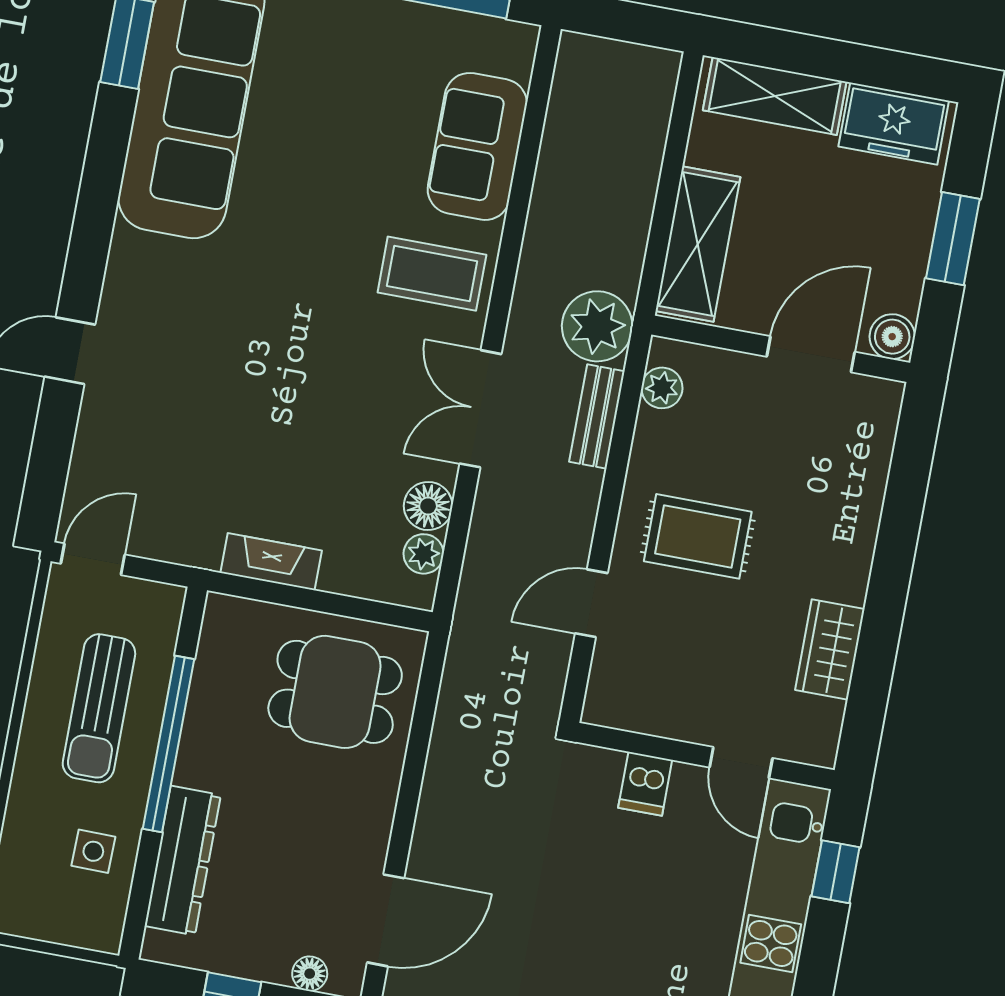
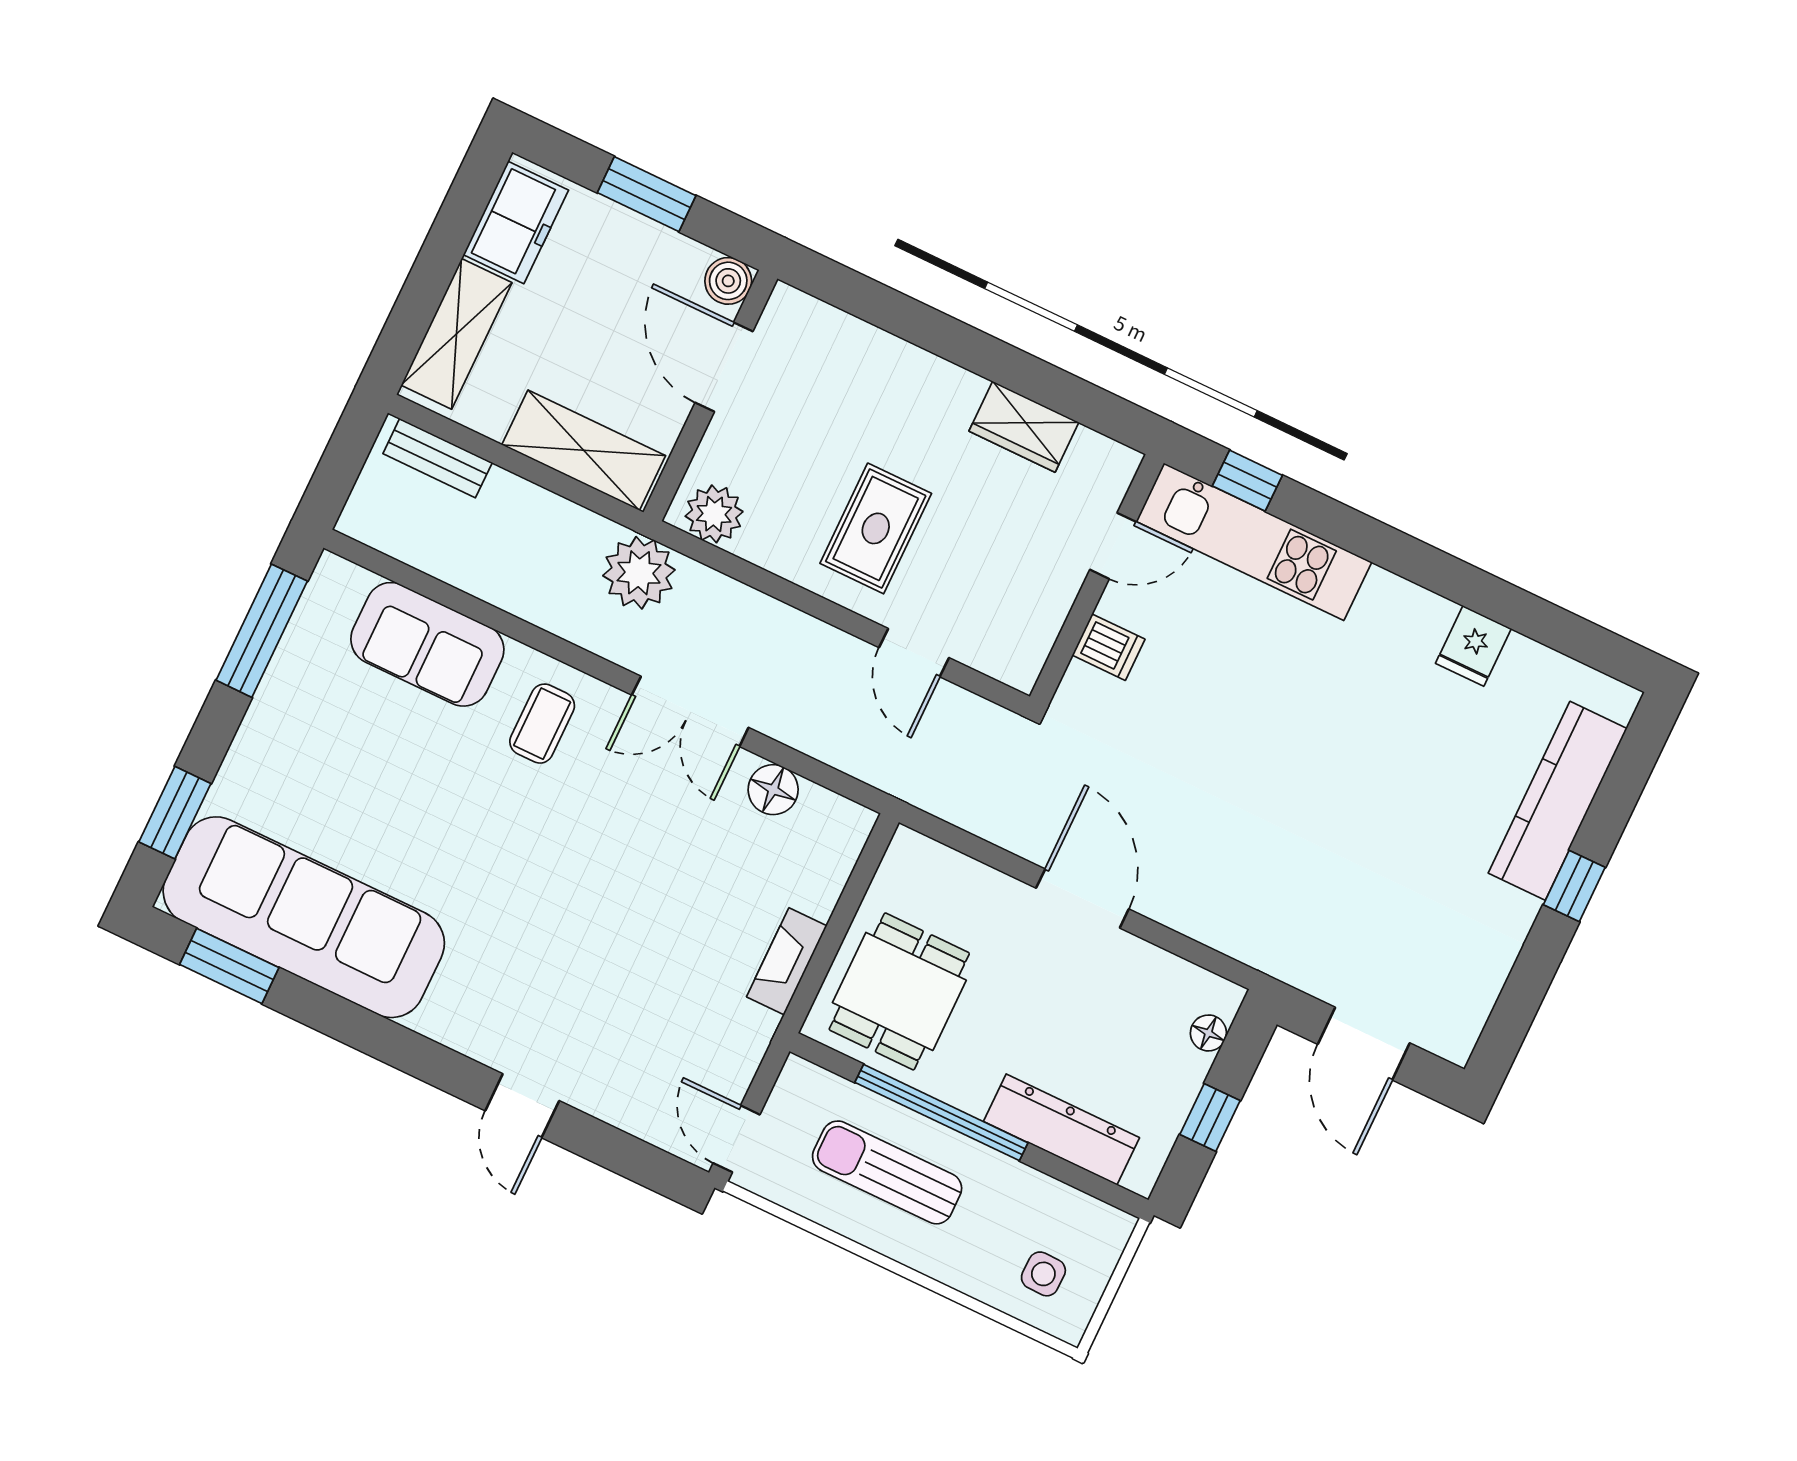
coffee table: (432, 274) -> (542, 724), width x0.73, depth x0.77
plant: (662, 388) -> (714, 514), width x1.38, depth x1.38
bench: (597, 417) -> (438, 458), moved
plant: (424, 554) -> (820, 807), removed
dining table: (335, 692) -> (899, 991), moved
sun lounger: (99, 708) -> (887, 1172), turned 180
side table: (93, 851) -> (1043, 1274), moved
door: (386, 920) -> (1082, 898), moved

